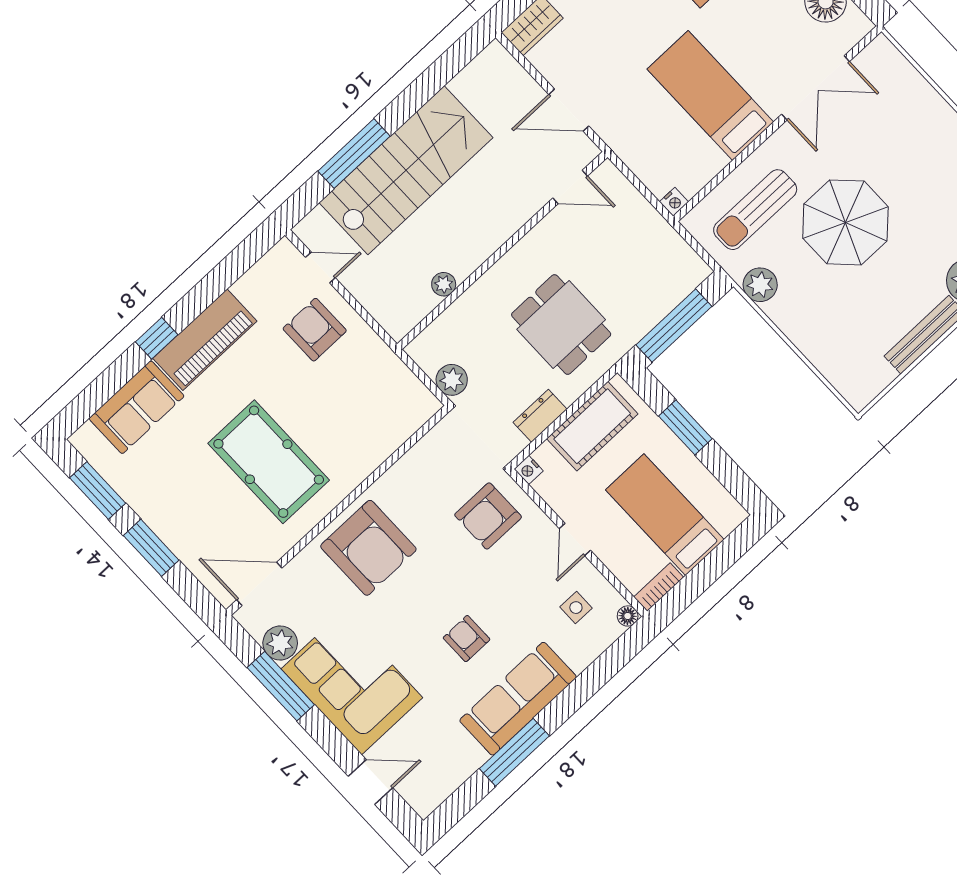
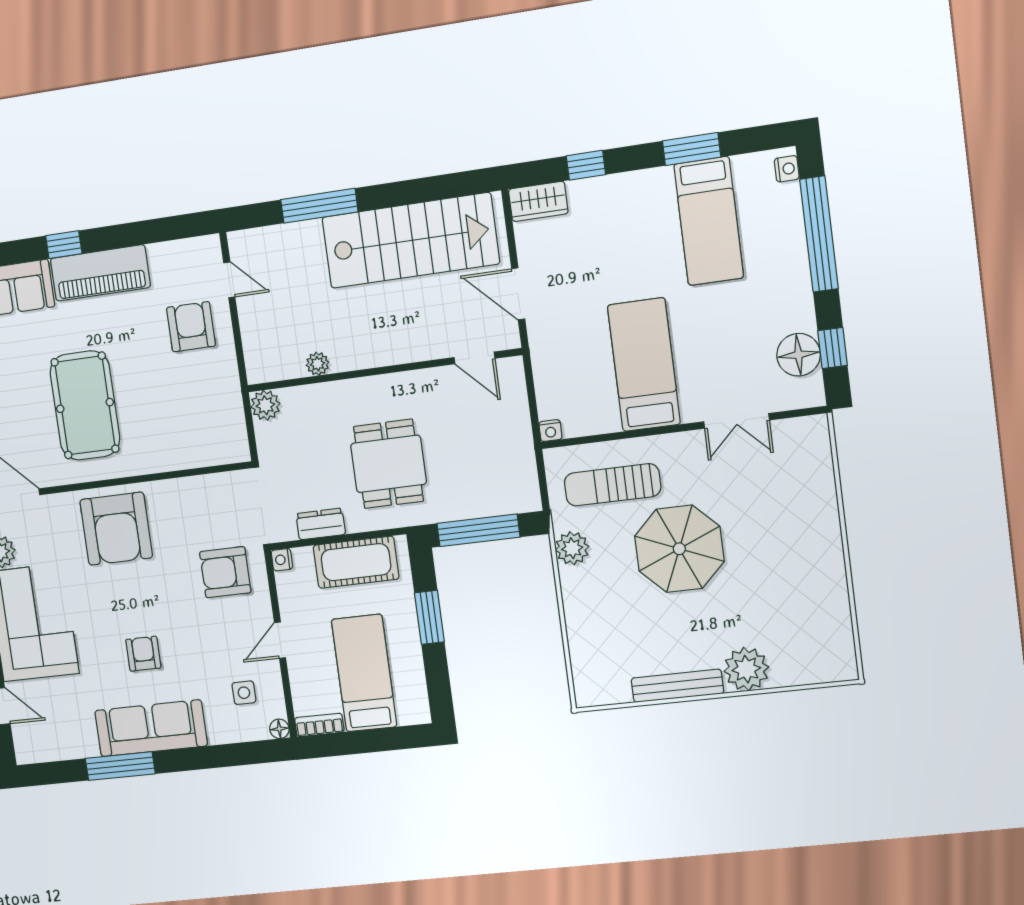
double door: (816, 88) -> (736, 421), width x0.73
stairs: (406, 170) -> (410, 241), moved
plant: (452, 380) -> (265, 405), moved

